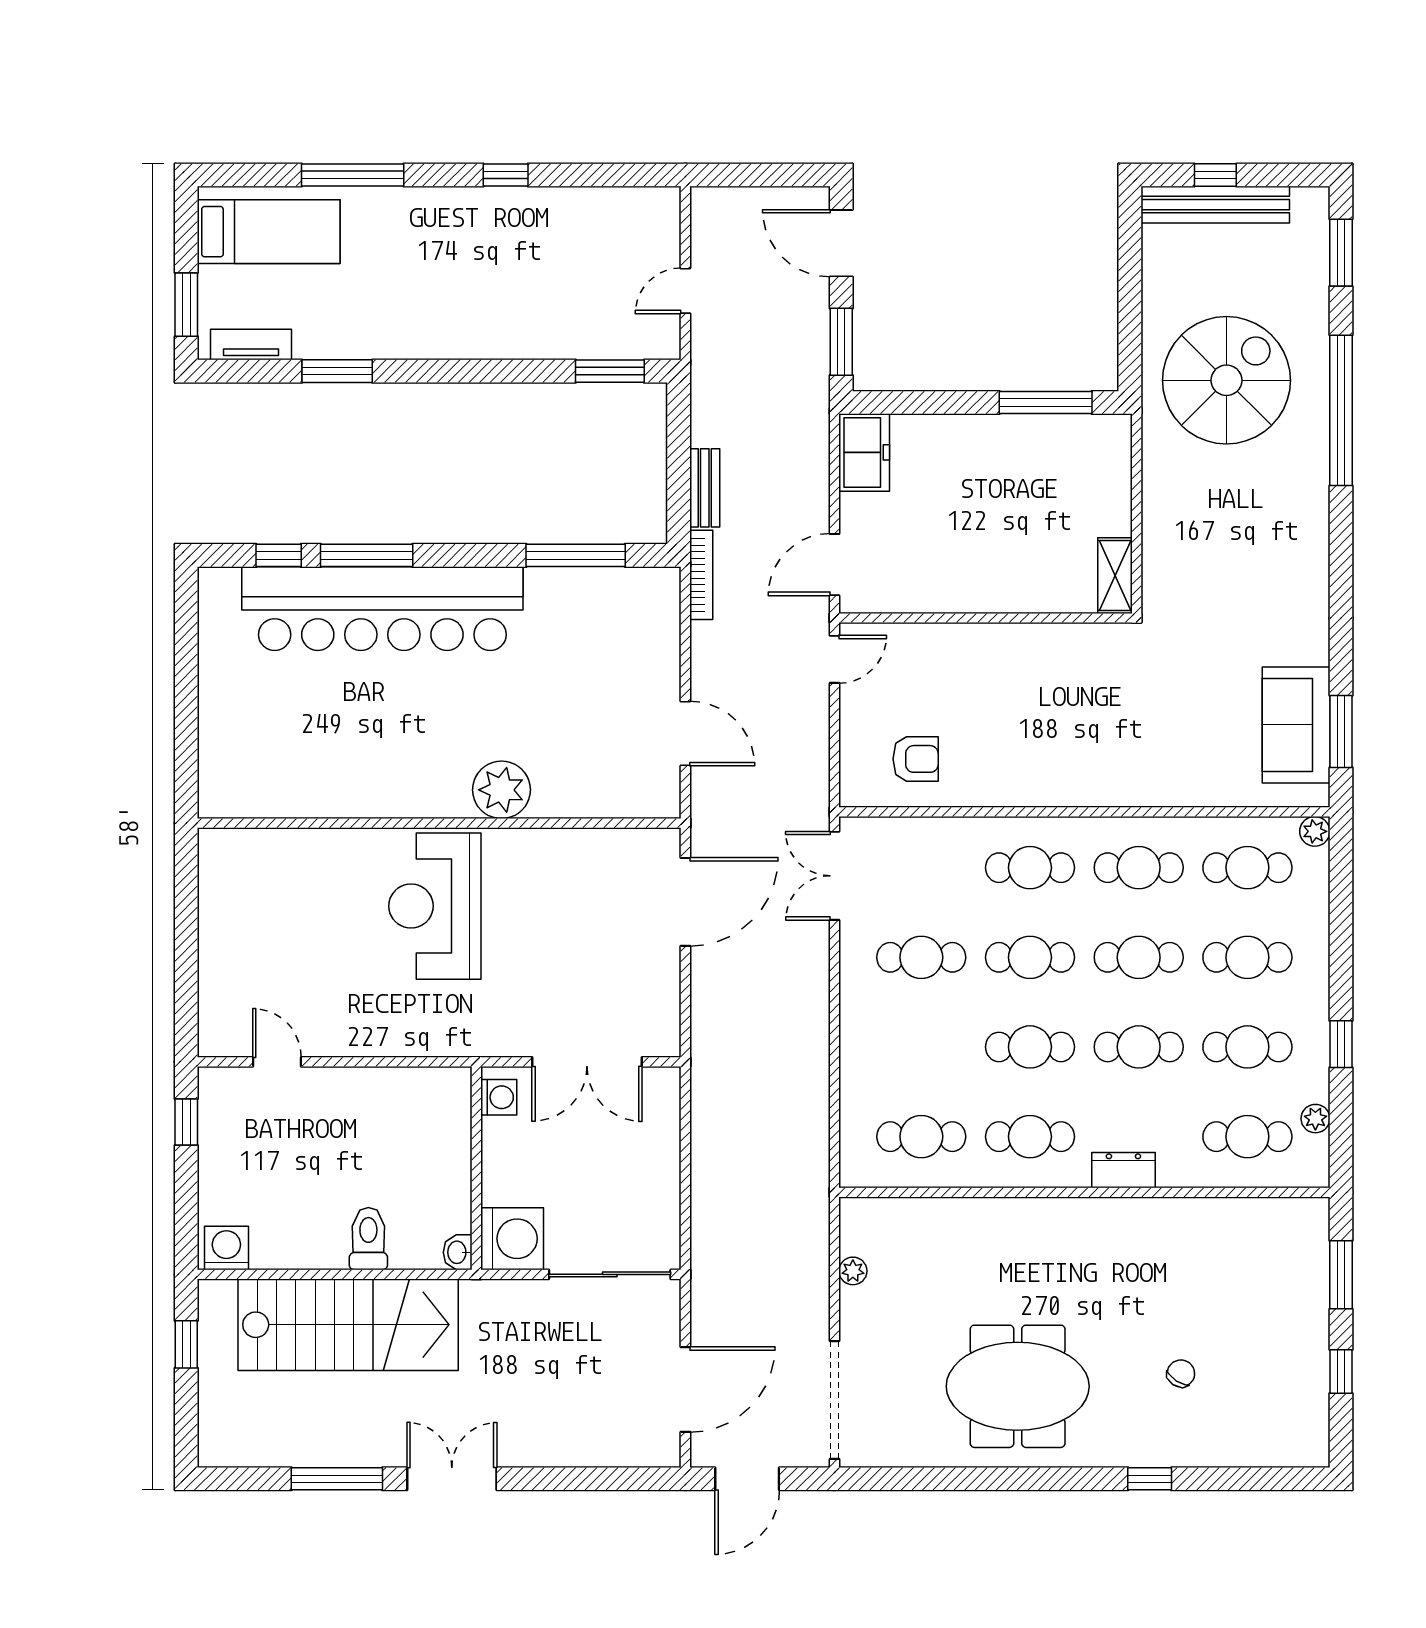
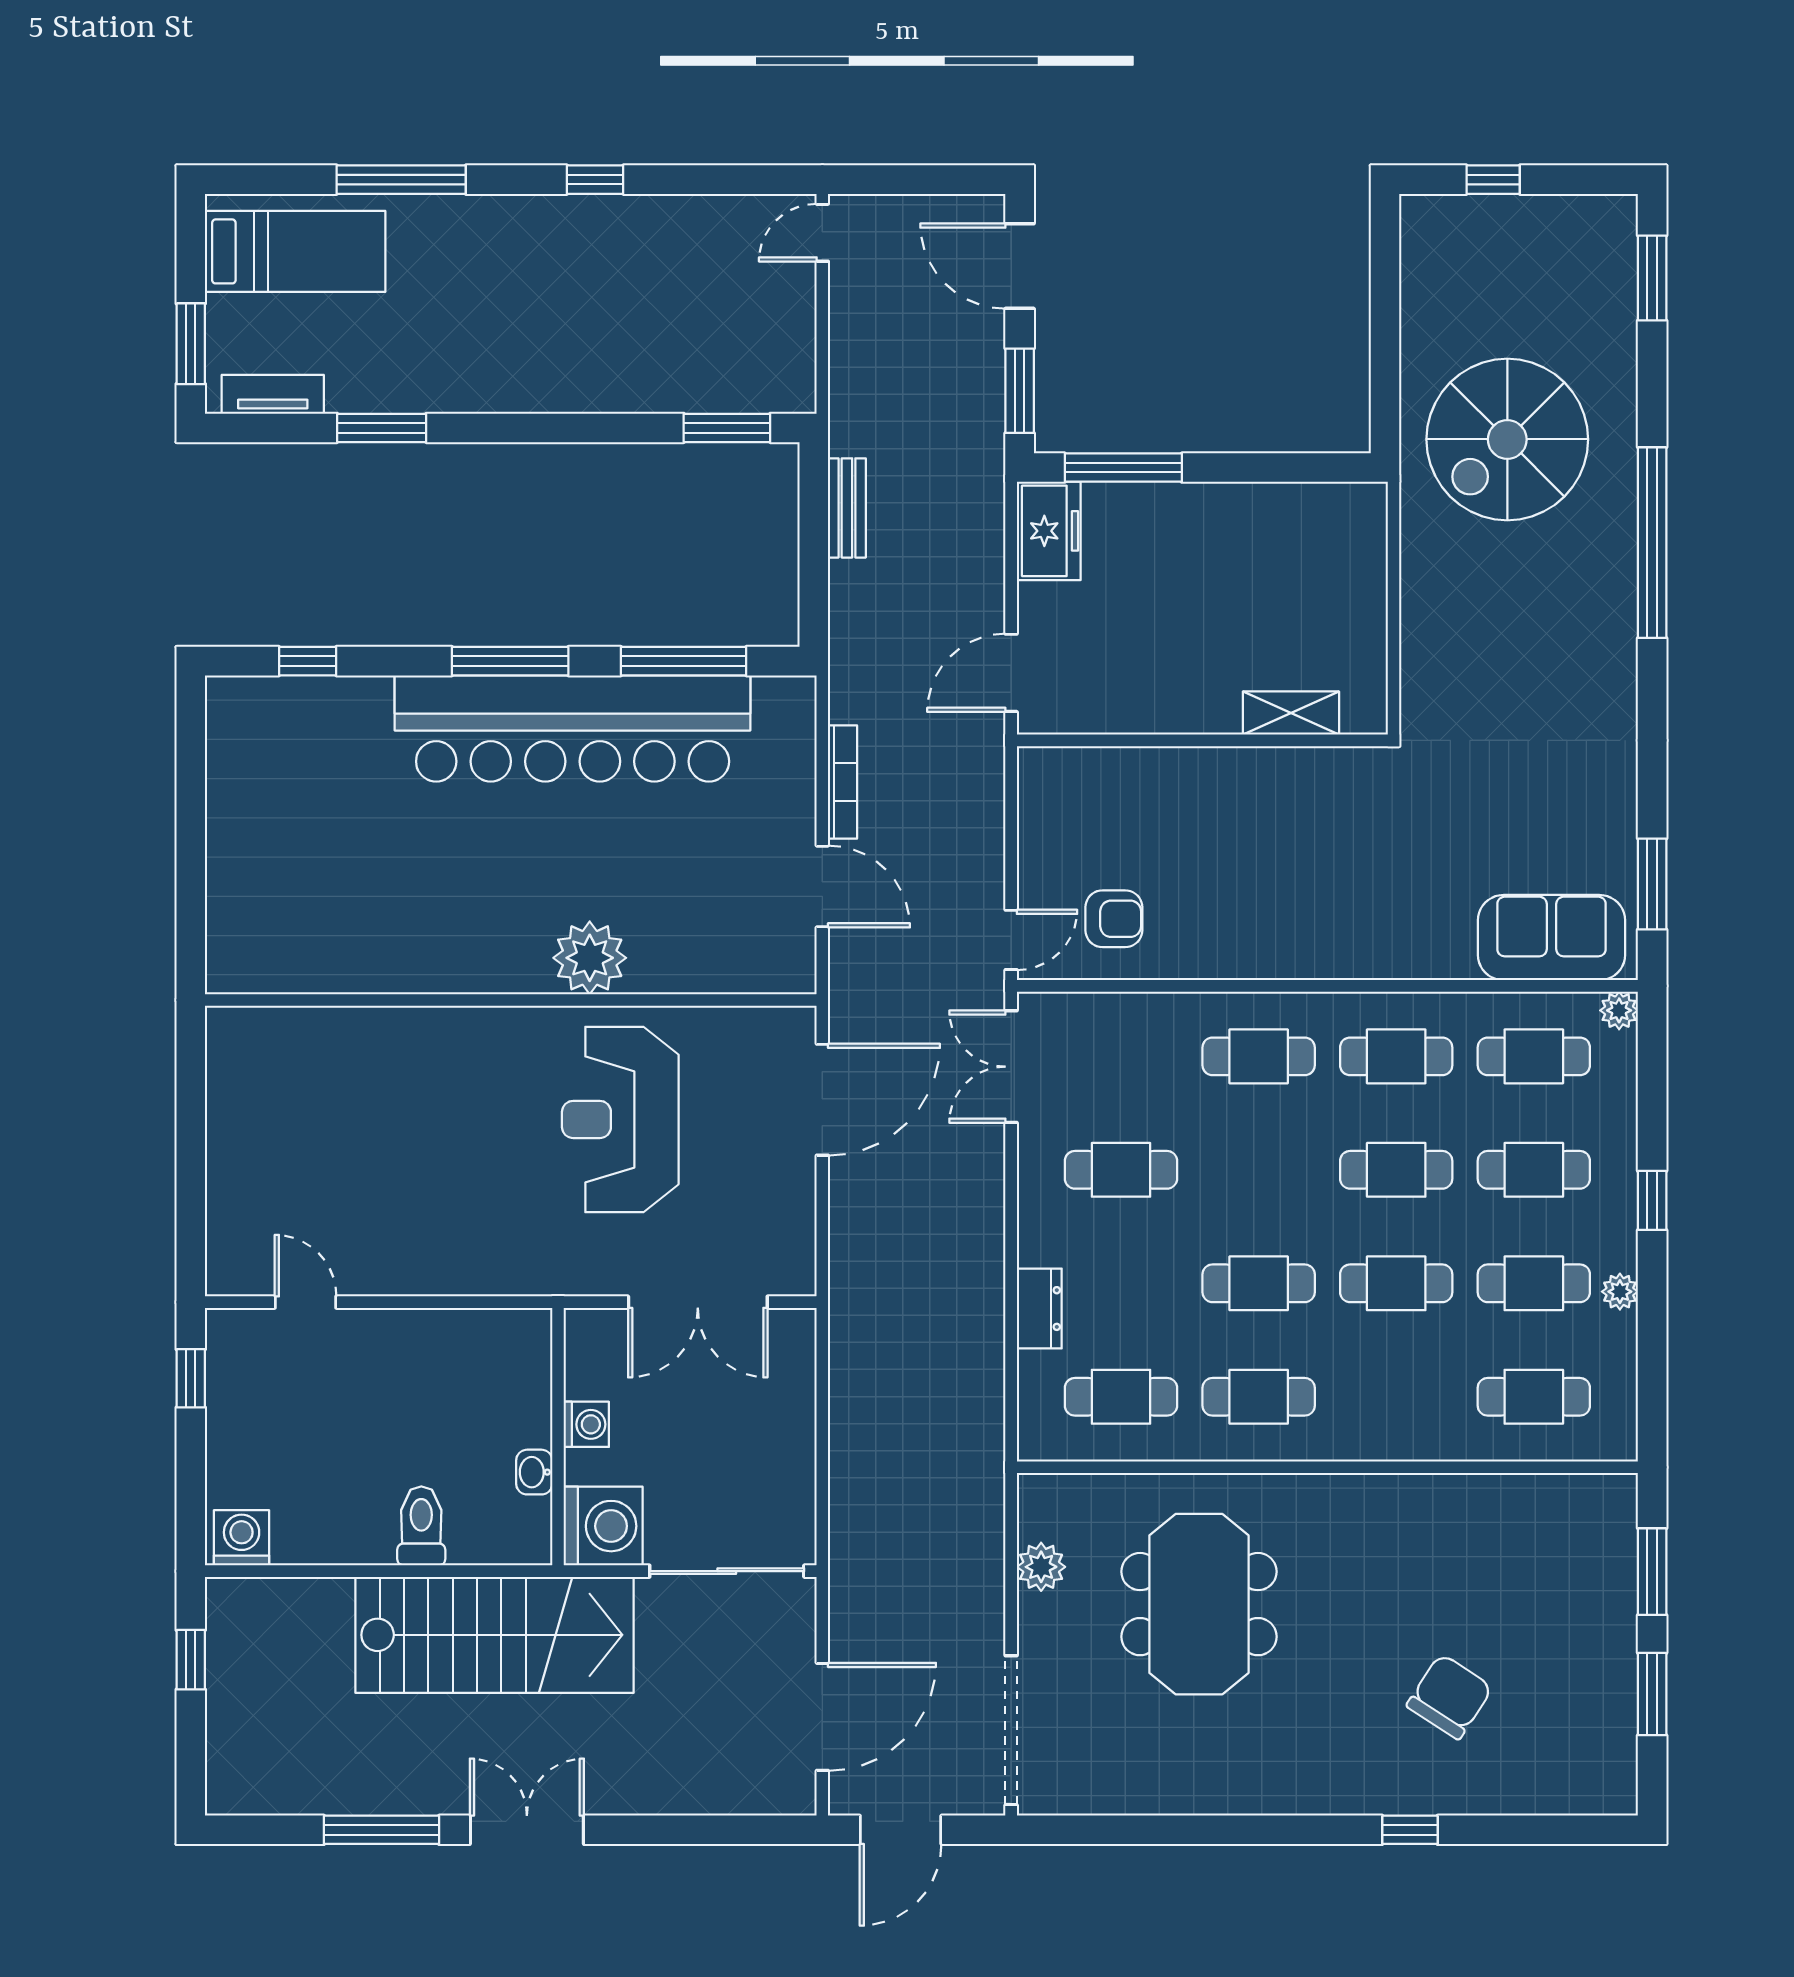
bench: (1215, 205) -> (1493, 217), removed
door: (685, 291) -> (822, 233), moved
spiral stairs: (1226, 380) -> (1507, 439), turned 180
window: (1046, 402) -> (1123, 468), moved
window: (1341, 410) -> (1652, 543), moved
bench: (705, 488) -> (847, 508), moved
window: (367, 555) -> (510, 661), moved
bookcase: (701, 575) -> (843, 782), moved
shelving: (1115, 576) -> (1291, 713), moved, turned 90
bar counter: (382, 609) -> (573, 728), moved
door: (834, 659) -> (1011, 940), moved
sofa: (1296, 725) -> (1551, 938), moved, turned 90
reception desk: (435, 906) -> (620, 1119), moved
cafe table: (1030, 957) -> (1259, 1170), removed
window: (1341, 1044) -> (1652, 1200), moved
washing machine: (499, 1097) -> (586, 1424), moved
plant: (1315, 1119) -> (1620, 1292), moved
dresser: (1123, 1170) -> (1039, 1309), moved, turned 90
washbasin: (458, 1252) -> (534, 1472), moved
plant: (853, 1271) -> (1041, 1567), width x1.38, depth x1.38
stairs: (348, 1325) -> (494, 1635), moved
window: (1341, 1372) -> (1652, 1694), width x1.50
chair: (1181, 1373) -> (1450, 1697), width x1.87, depth x1.87
meeting table: (1018, 1386) -> (1199, 1604), moved, turned 90

